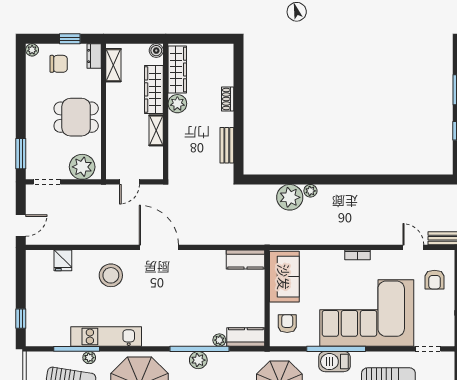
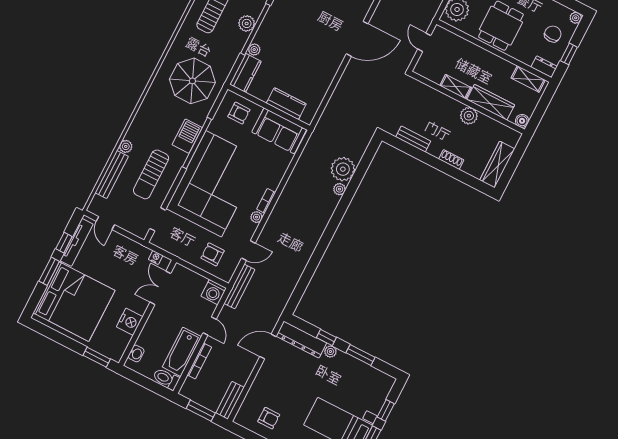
chair: (59, 64) -> (553, 34), turned 180
wardrobe: (177, 69) -> (497, 165), moved, turned 90
plant: (378, 256) -> (256, 217), added
kitchen counter: (245, 259) -> (286, 104), moved, turned 90

